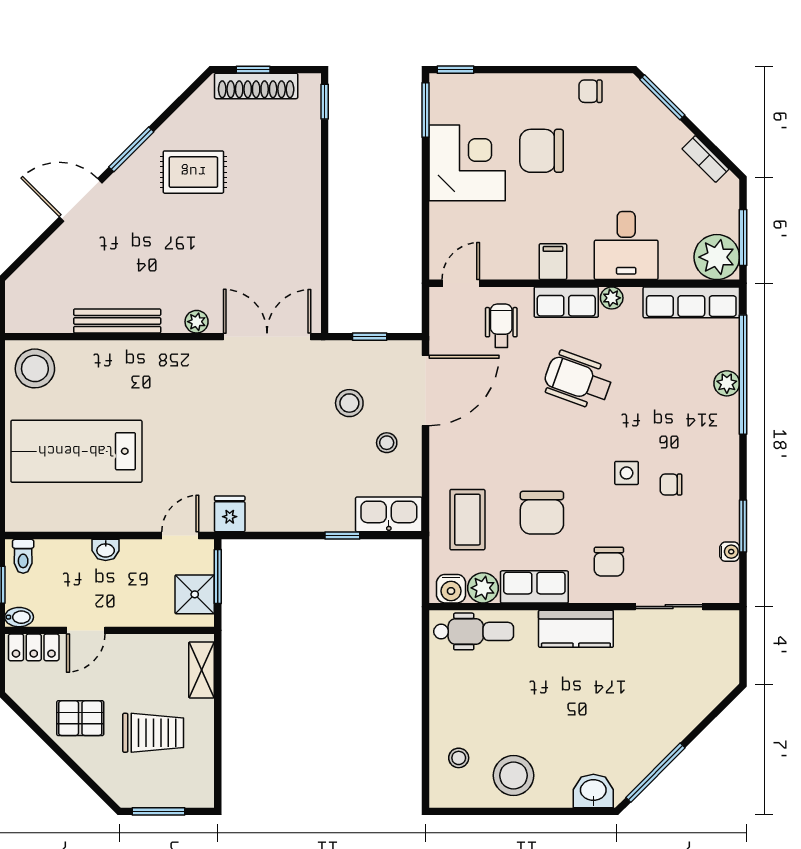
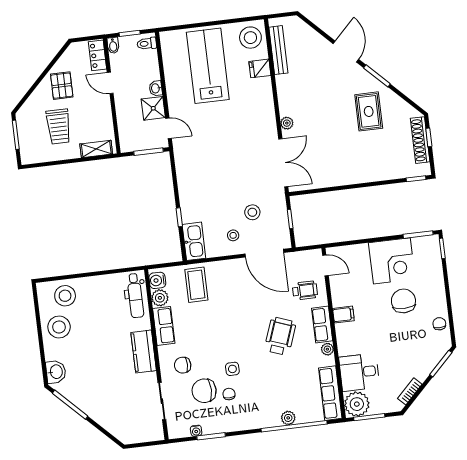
desk: (626, 246) -> (359, 372), moved
bench: (117, 321) -> (278, 50), moved
chair: (542, 513) -> (204, 391), moved
fridge: (230, 514) -> (260, 68), moved, turned 180
coffee table: (467, 520) -> (196, 285), turned 90
shower: (195, 594) -> (153, 108), moved
stool: (459, 758) -> (65, 296), width x1.89, depth x1.89

